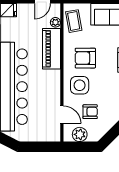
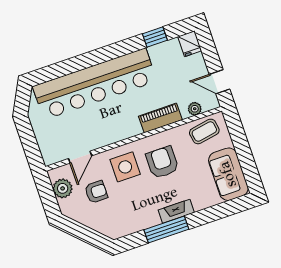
piano: (51, 49) -> (160, 118), width x0.73, depth x0.75
armchair: (90, 112) -> (96, 192), turned -90

